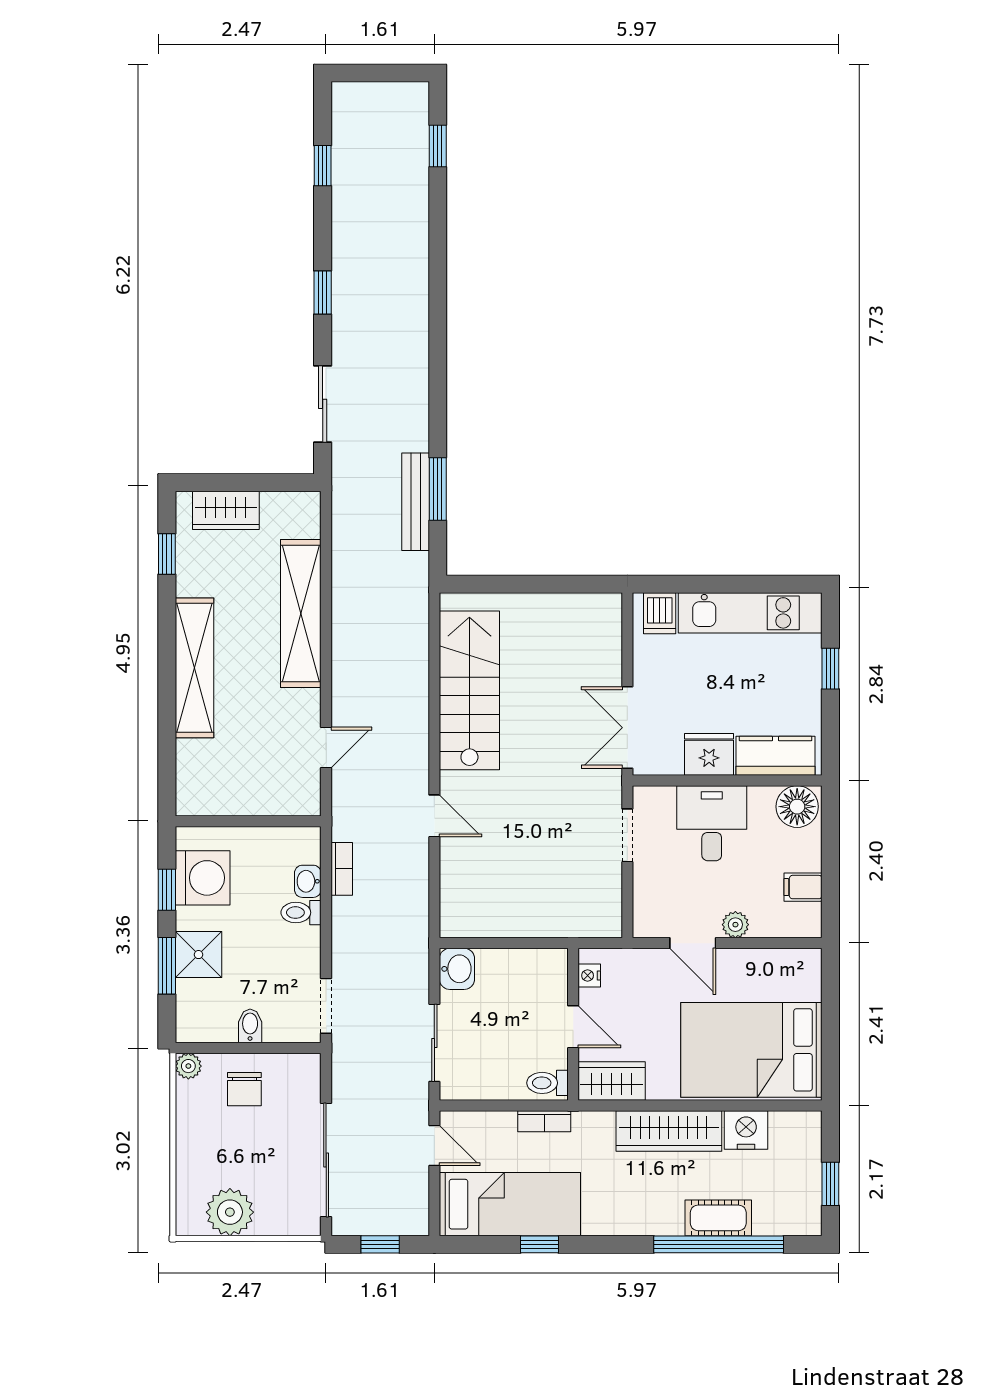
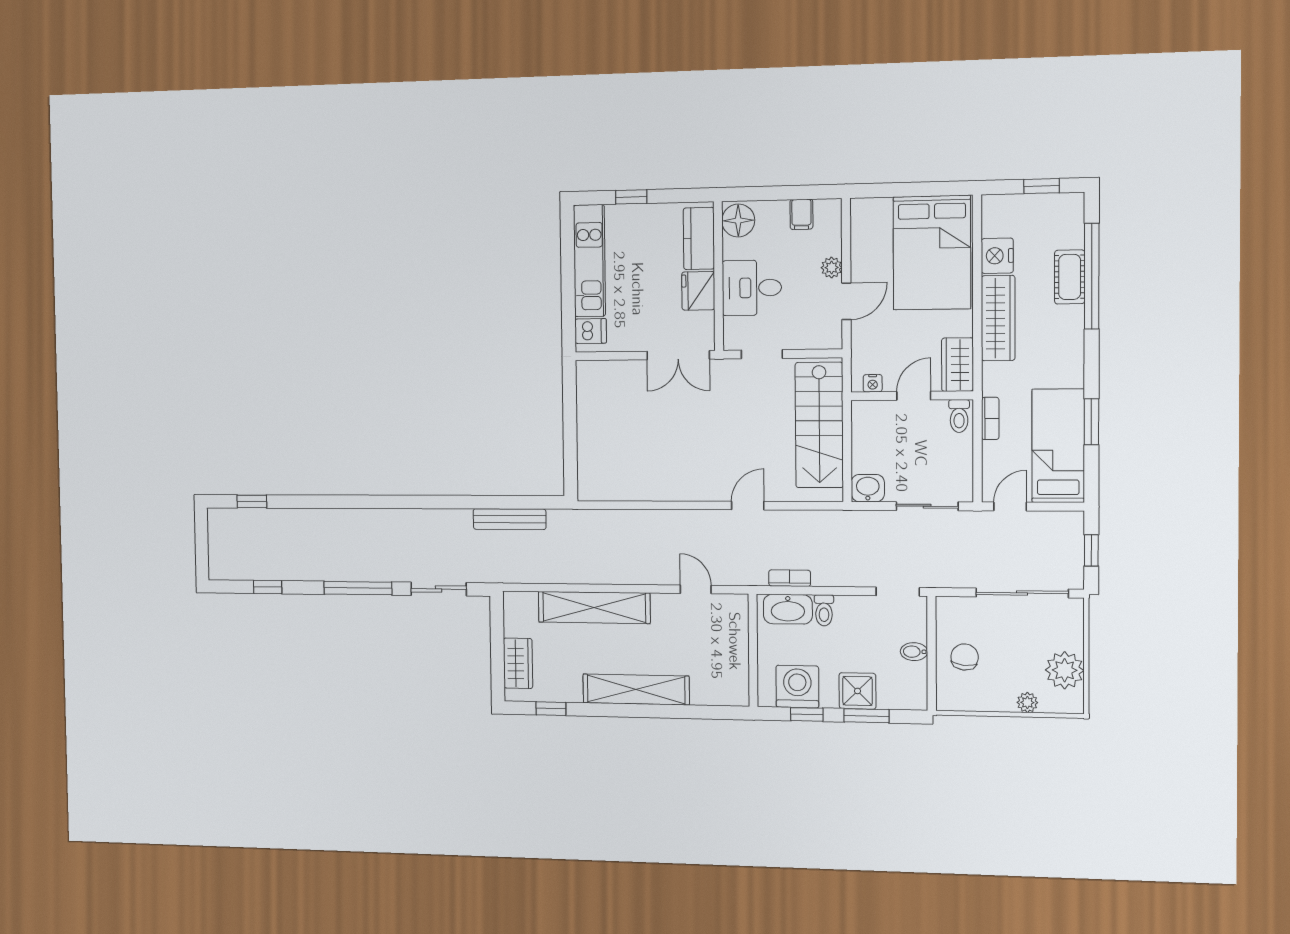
window: (323, 292) -> (358, 588), width x2.17
window: (438, 489) -> (500, 502), removed
stairs: (469, 690) -> (819, 425), moved, turned -90
washbasin: (308, 881) -> (788, 609), width x1.91, depth x1.45
plant: (188, 1066) -> (1027, 702), moved
chair: (244, 1089) -> (965, 657), turned -84
window: (540, 1244) -> (1091, 422), width x1.50

